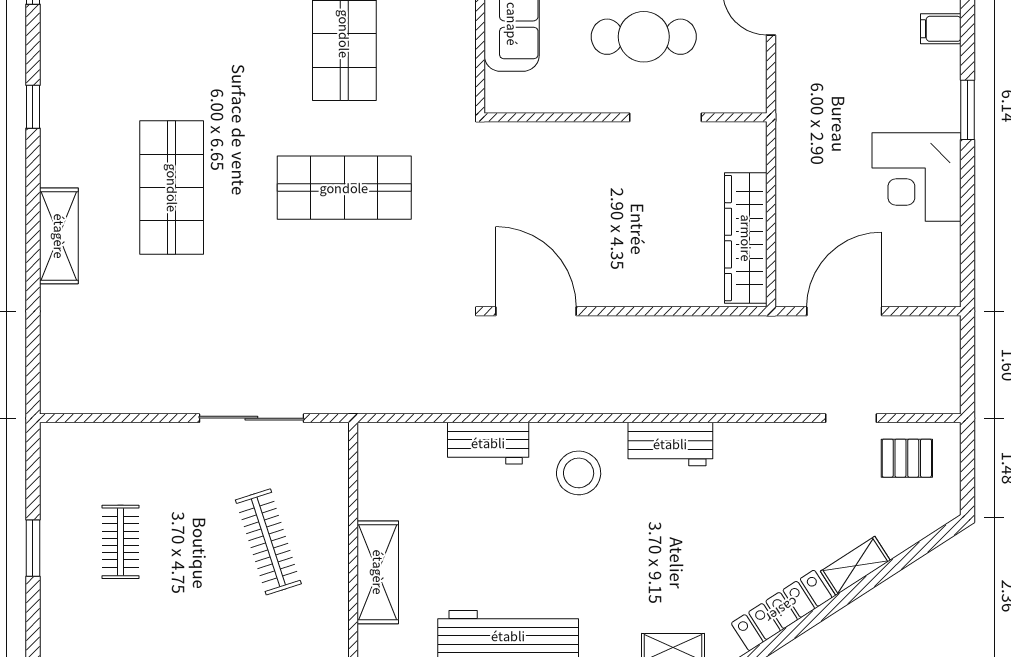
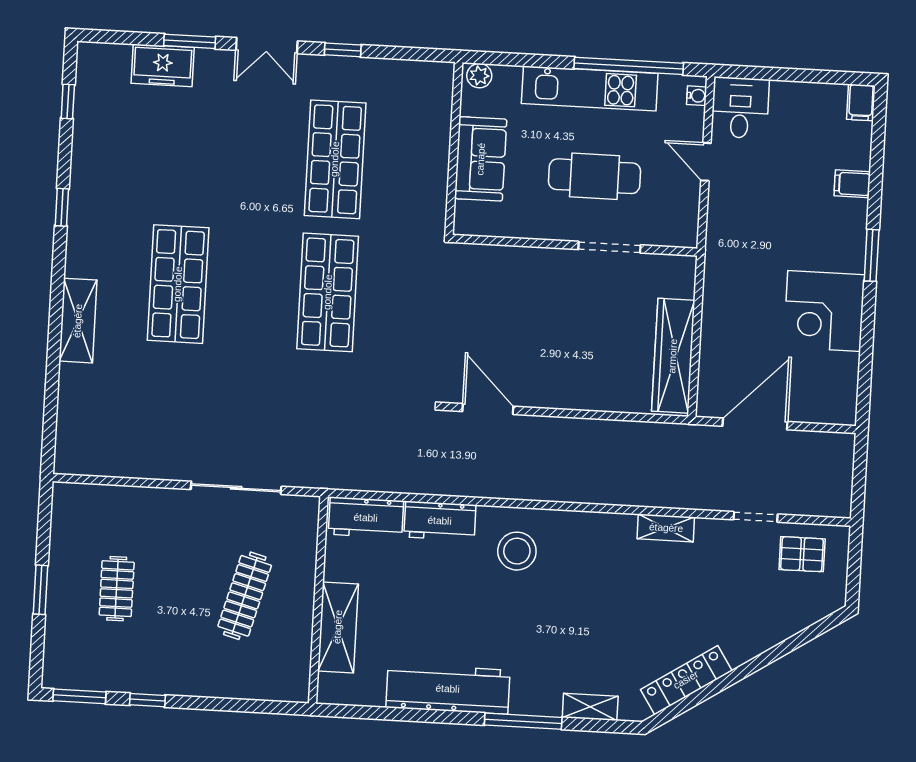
shop shelf: (344, 188) -> (328, 292), turned 90
door: (536, 311) -> (488, 409), width x0.73
workbench: (670, 444) -> (366, 518), moved
clothes rail: (268, 542) -> (245, 596), turned 33
shelving: (855, 566) -> (666, 528), moved, turned 33

